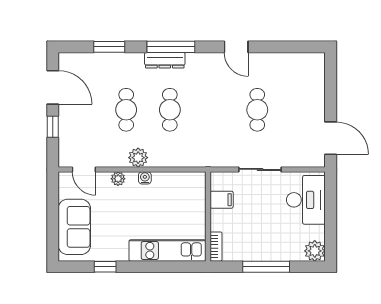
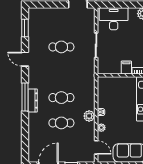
window: (109, 47) -> (25, 28), moved
door: (236, 47) -> (25, 59), swing flipped
door: (84, 169) -> (96, 147), hinge flipped
filing cabinet: (222, 200) -> (126, 68), moved

